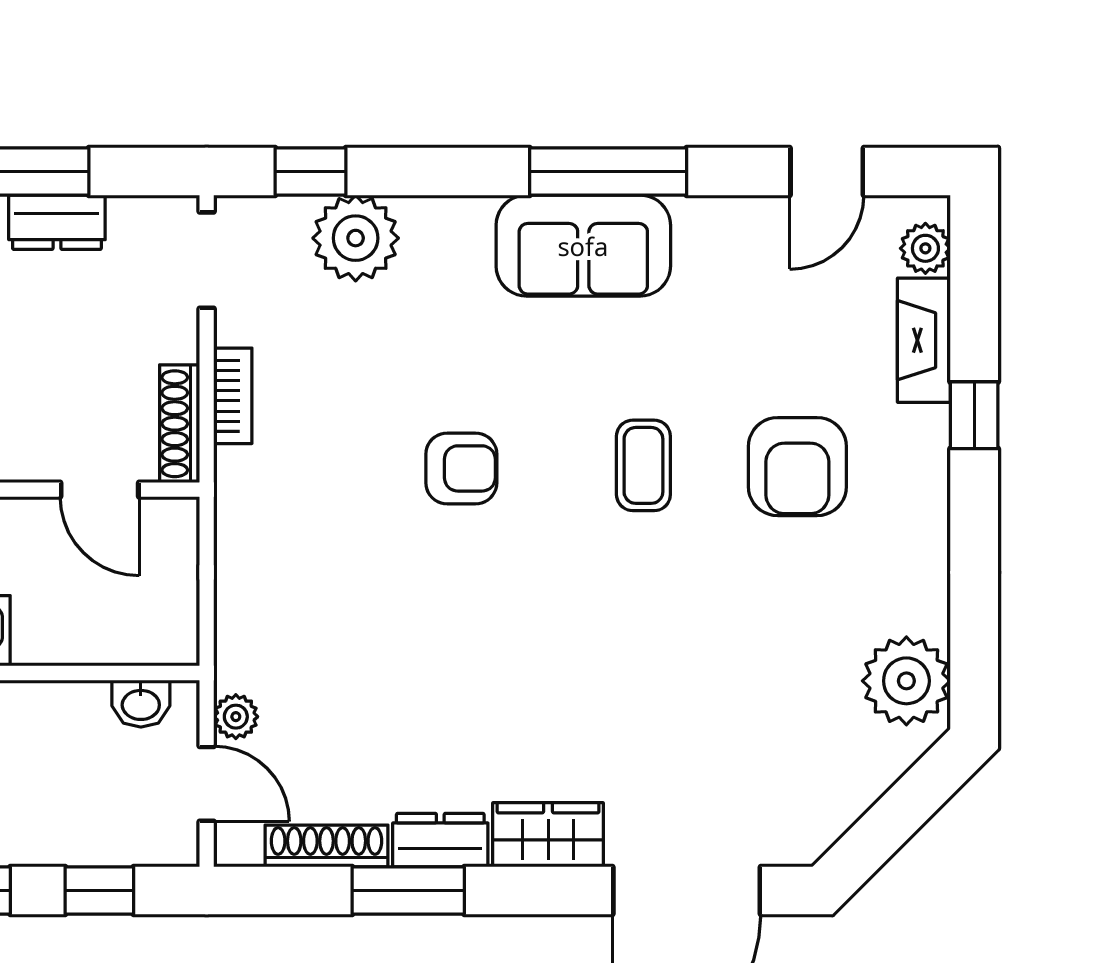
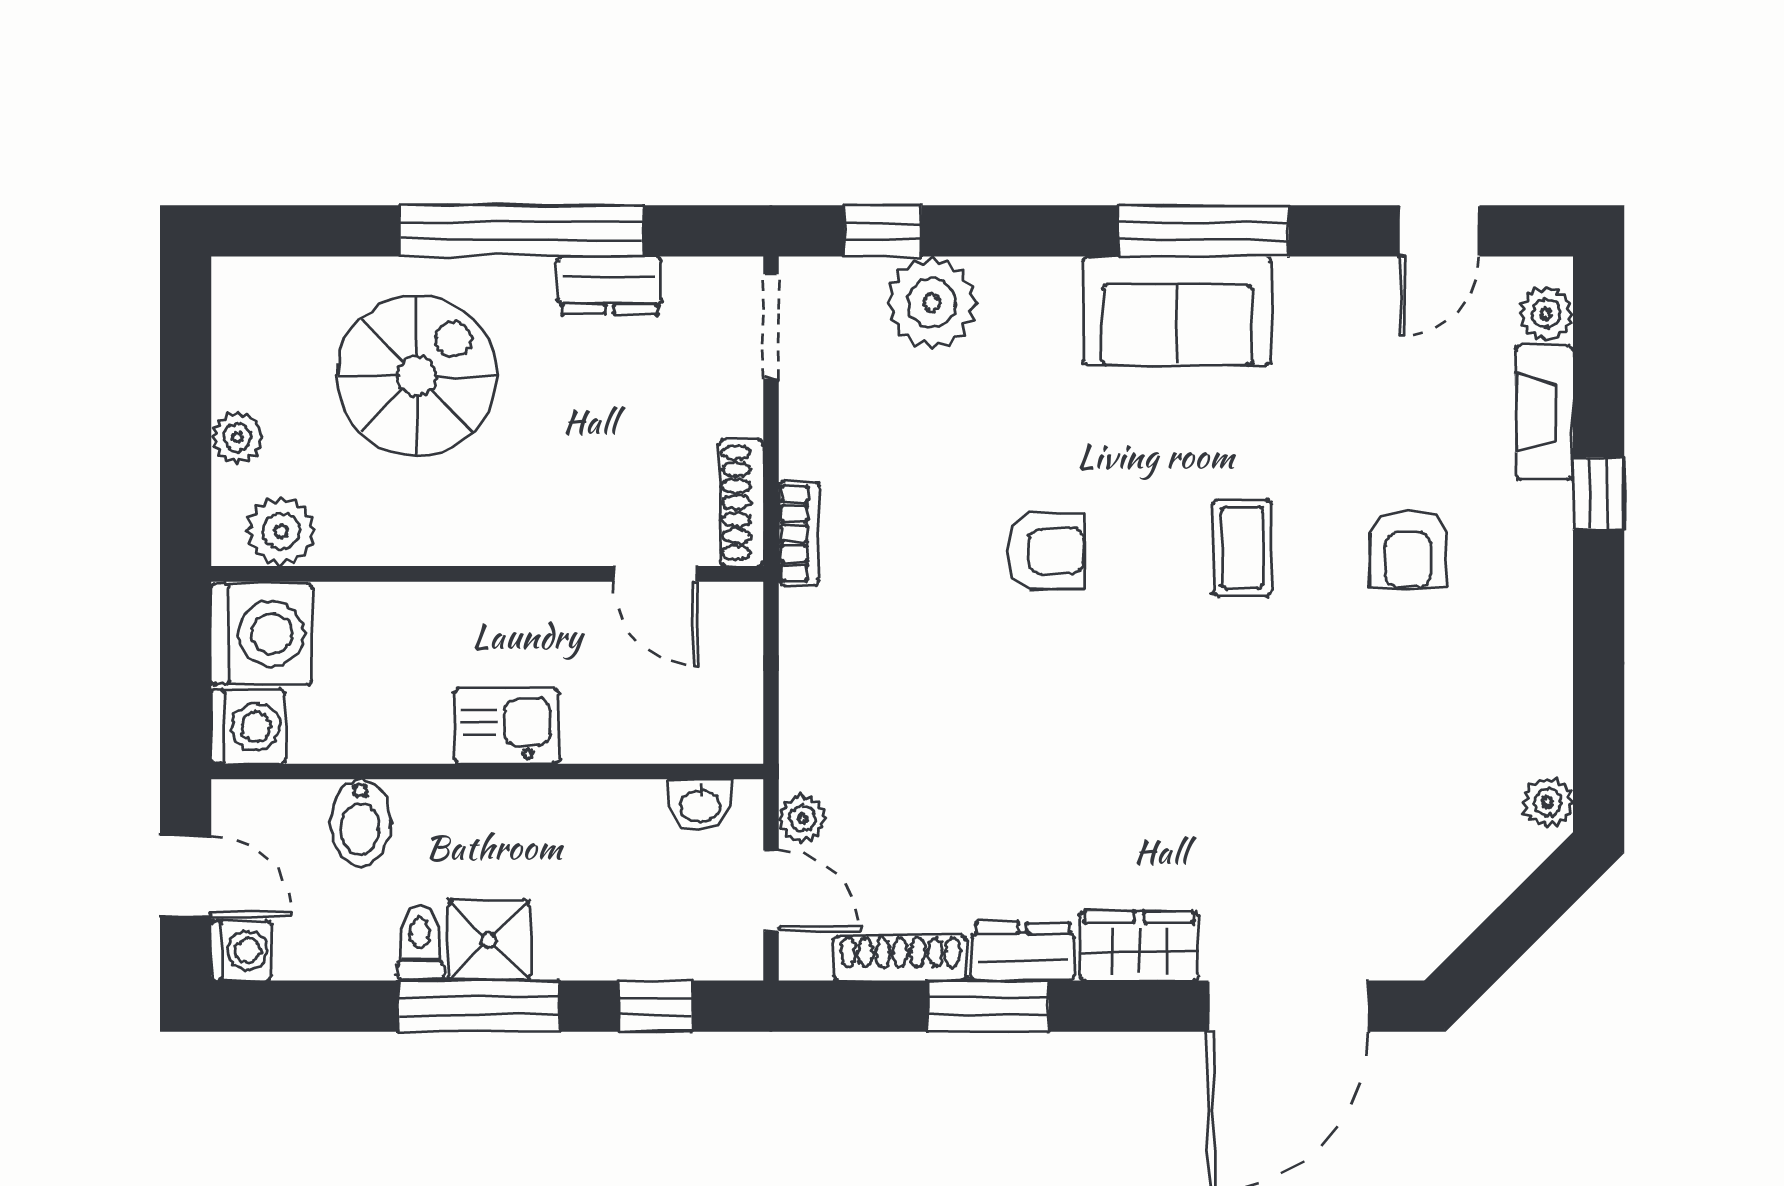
bookcase: (233, 396) -> (799, 533), moved
armchair: (797, 467) -> (1408, 549), width x0.72, depth x0.72
plant: (906, 681) -> (1548, 802), width x0.53, depth x0.53

